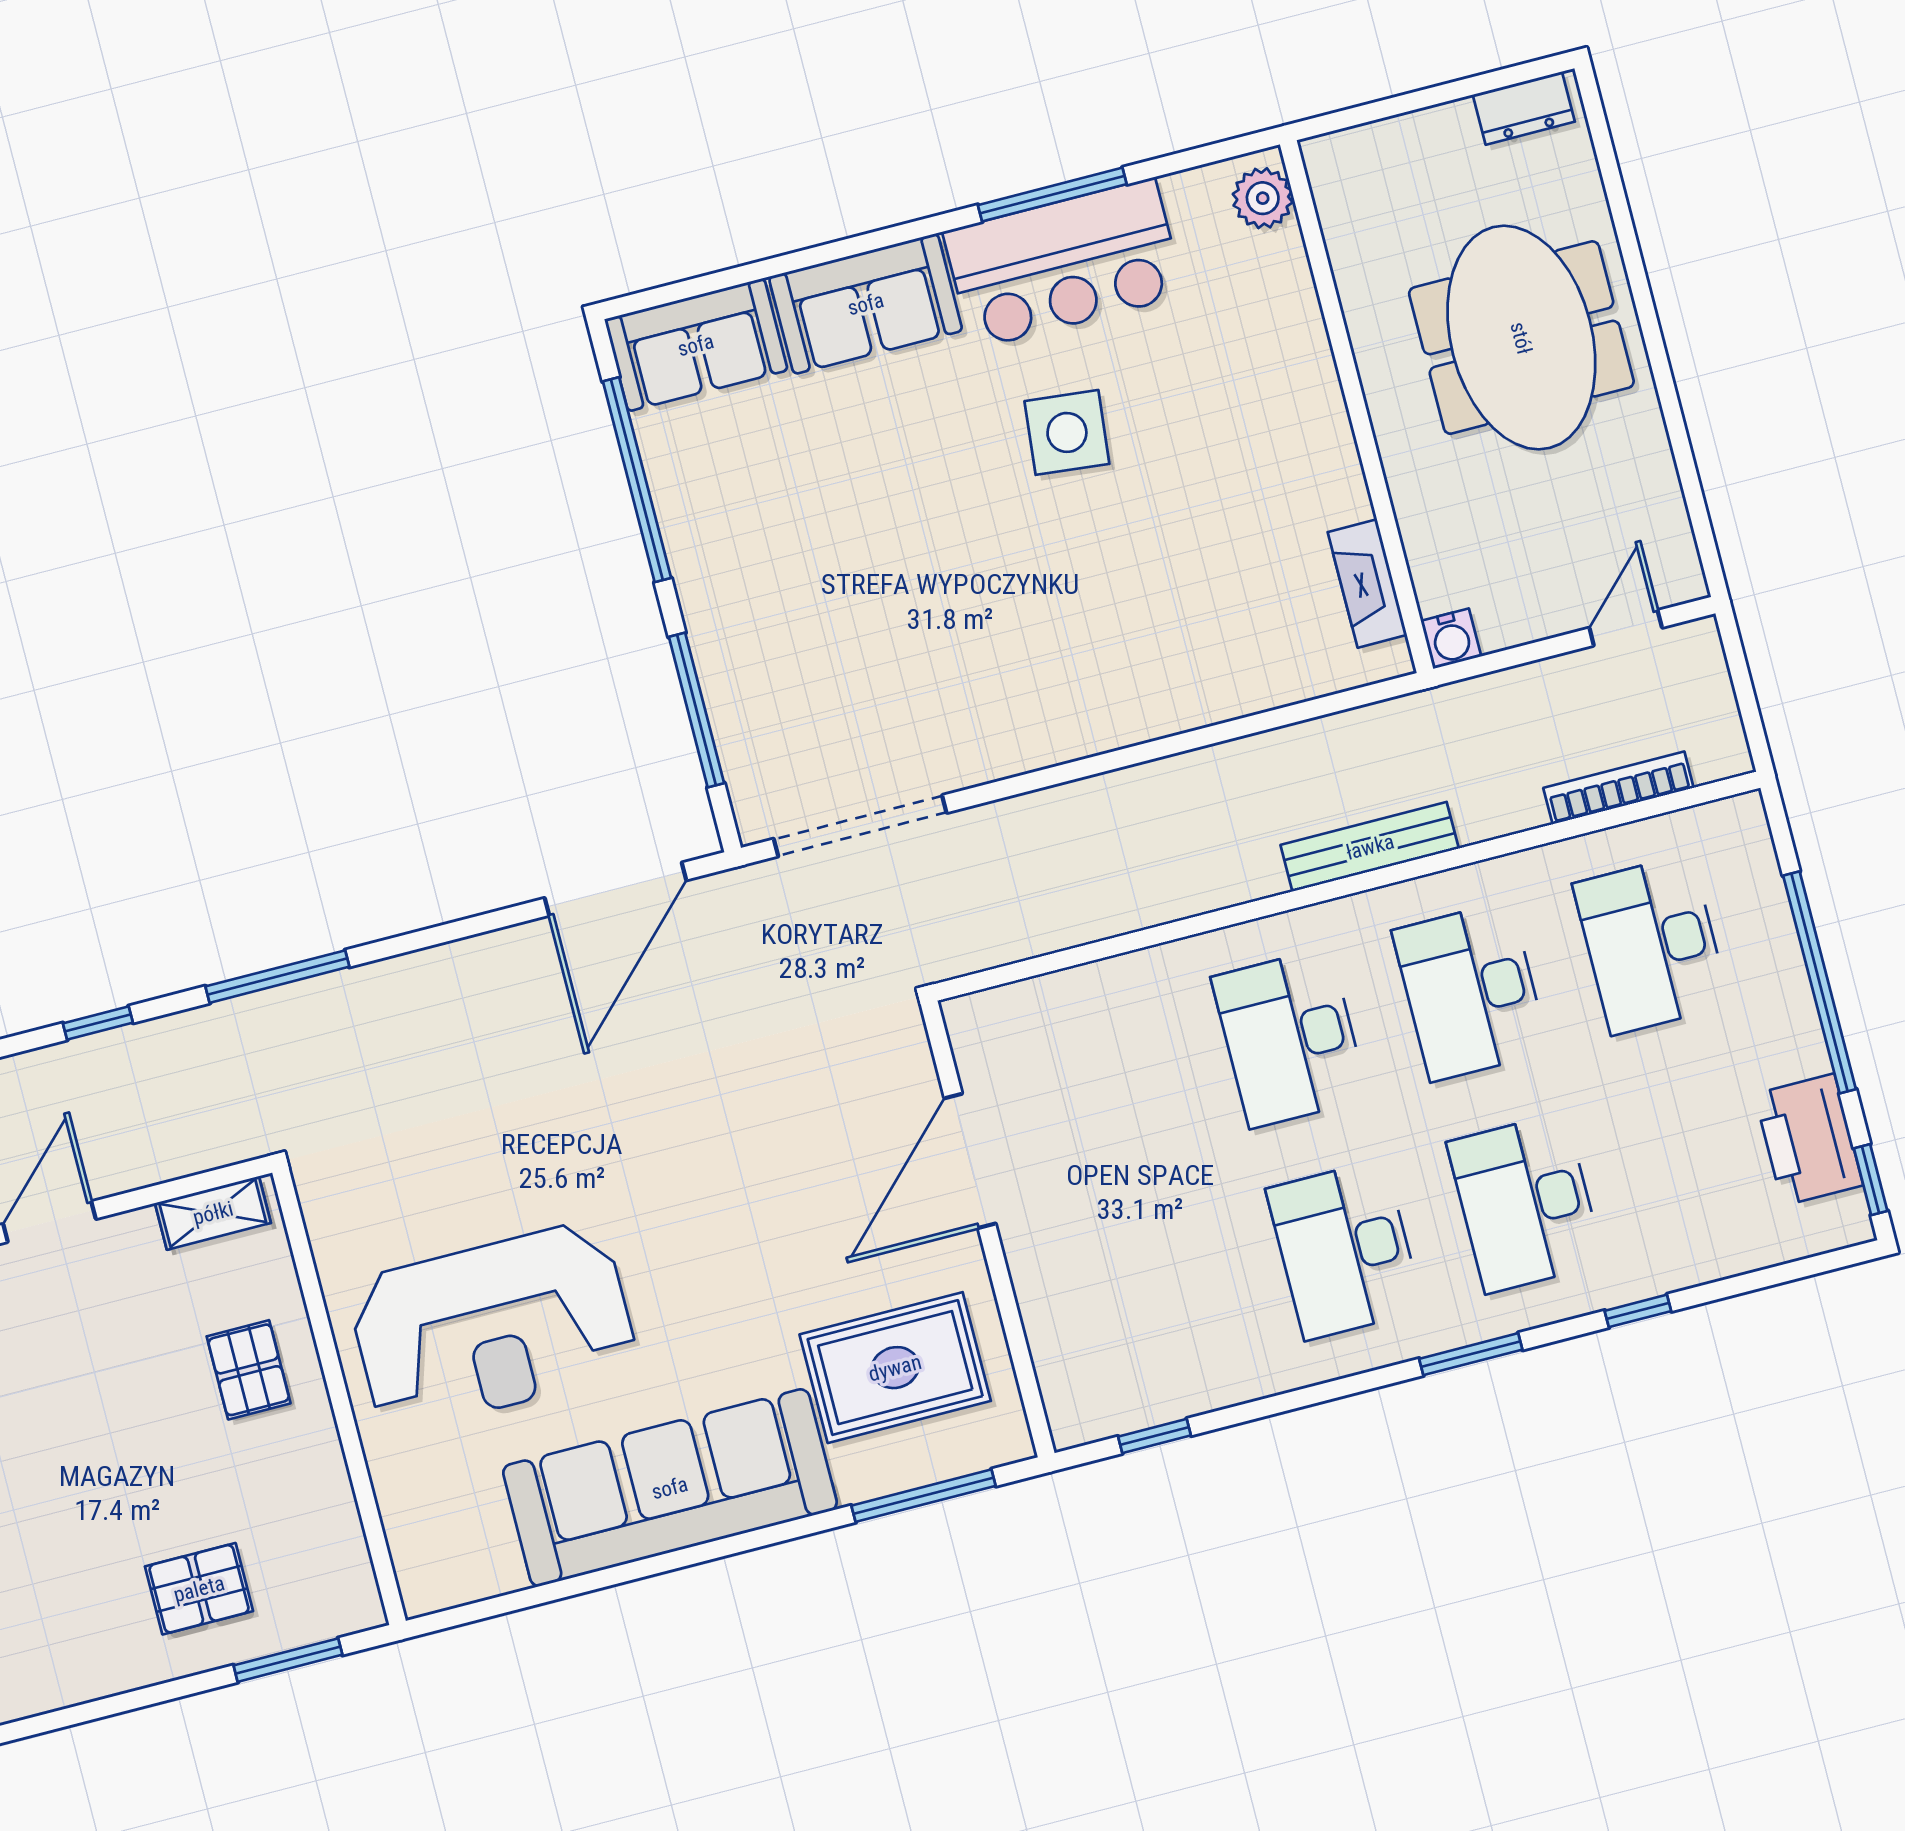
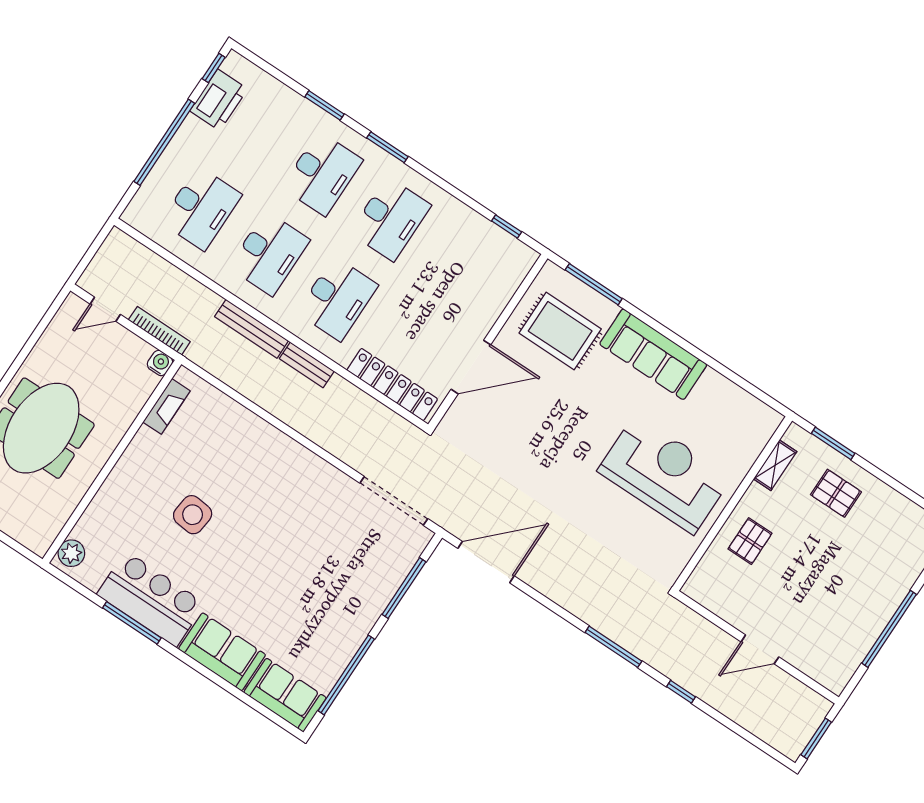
side table: (1067, 432) -> (193, 515), moved
bookcase: (1618, 788) -> (159, 331), moved, turned 180
bench: (1224, 885) -> (307, 365), added
locker: (1060, 1000) -> (392, 385), added
shelving: (213, 1213) -> (775, 465), moved, turned 90
window: (1638, 1311) -> (324, 105), width x1.50
sofa: (670, 1488) -> (653, 354), width x0.74, depth x0.79

